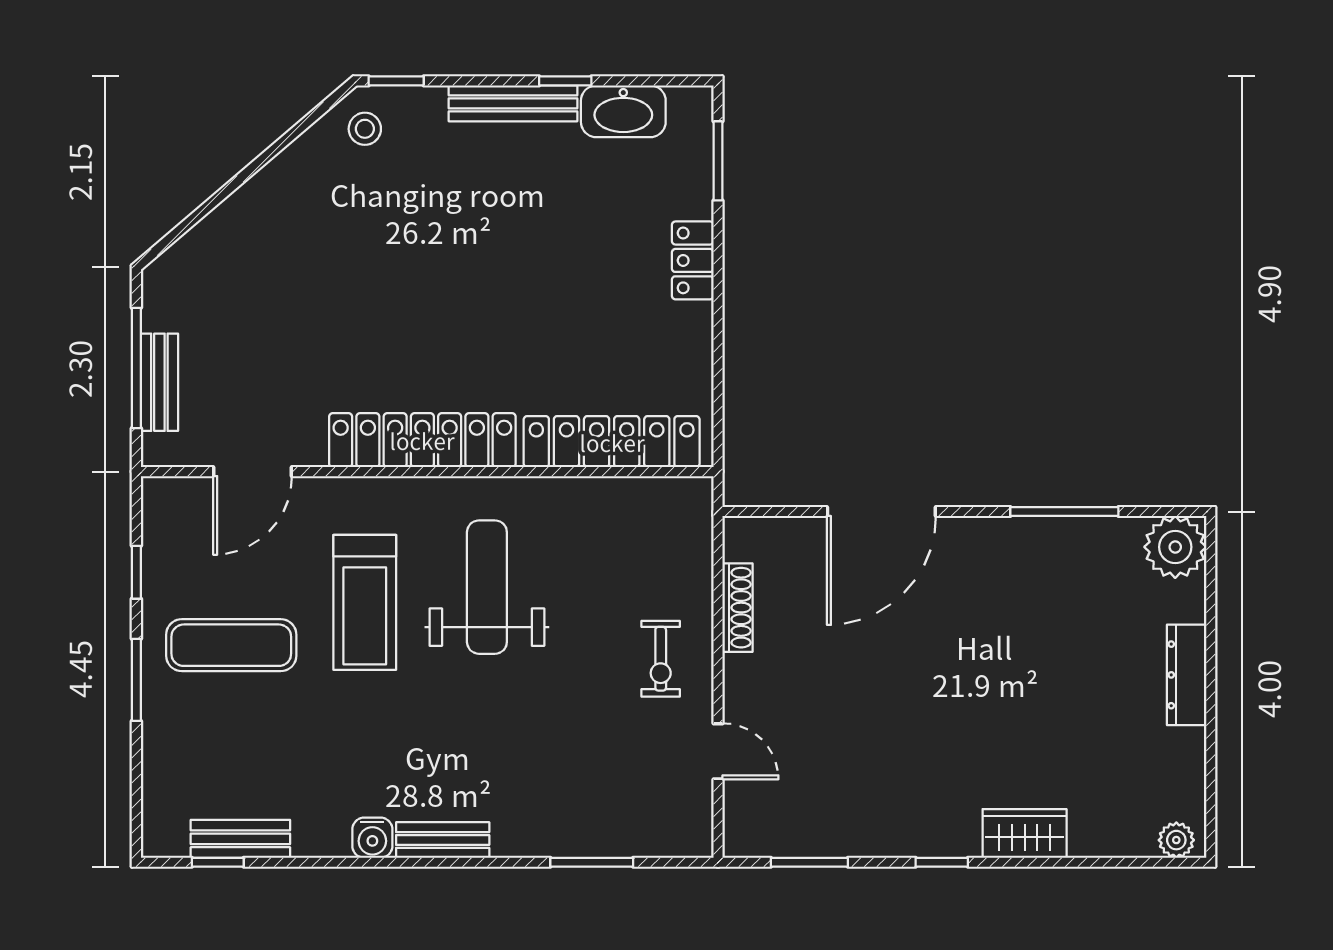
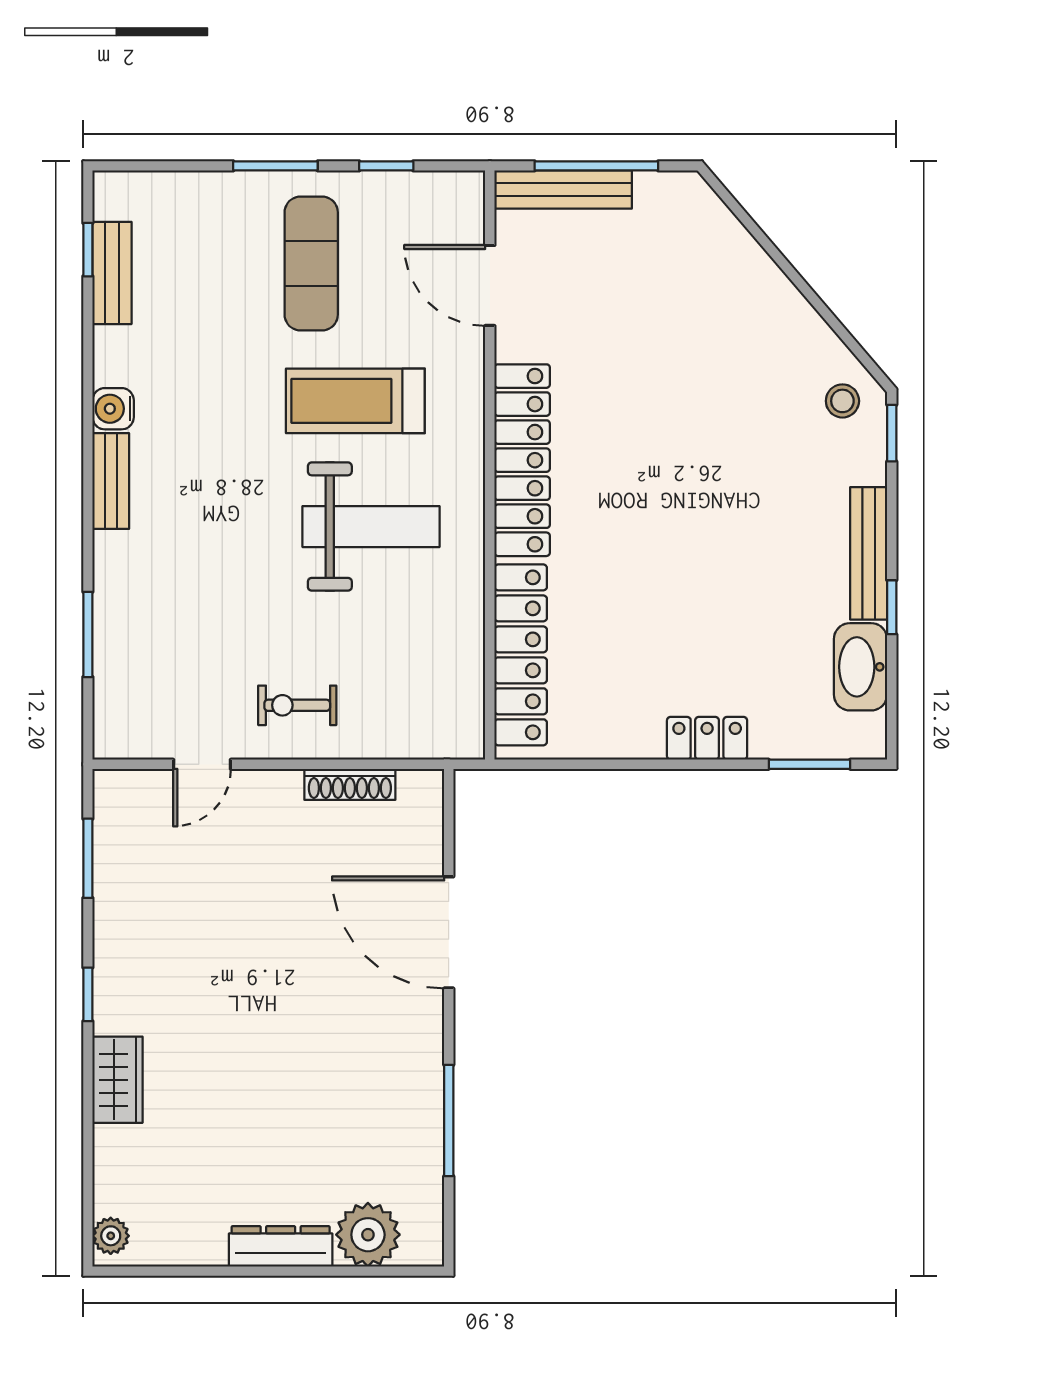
bench: (159, 382) -> (564, 190), width x1.36
plant: (1175, 547) -> (368, 1235), moved

